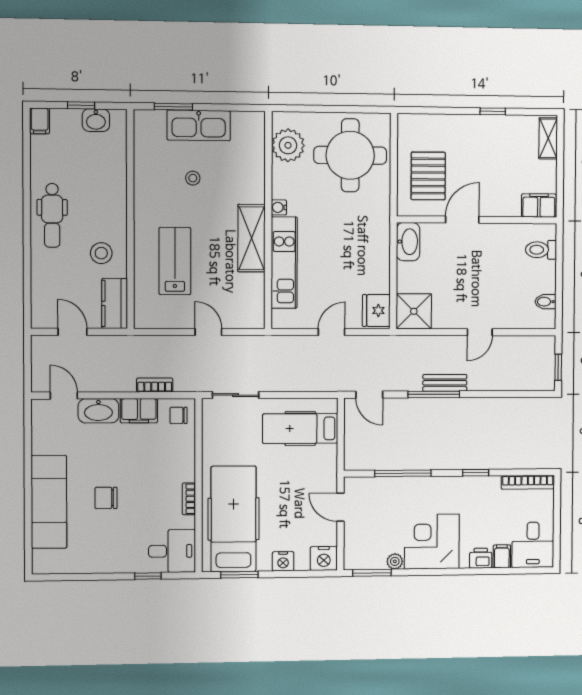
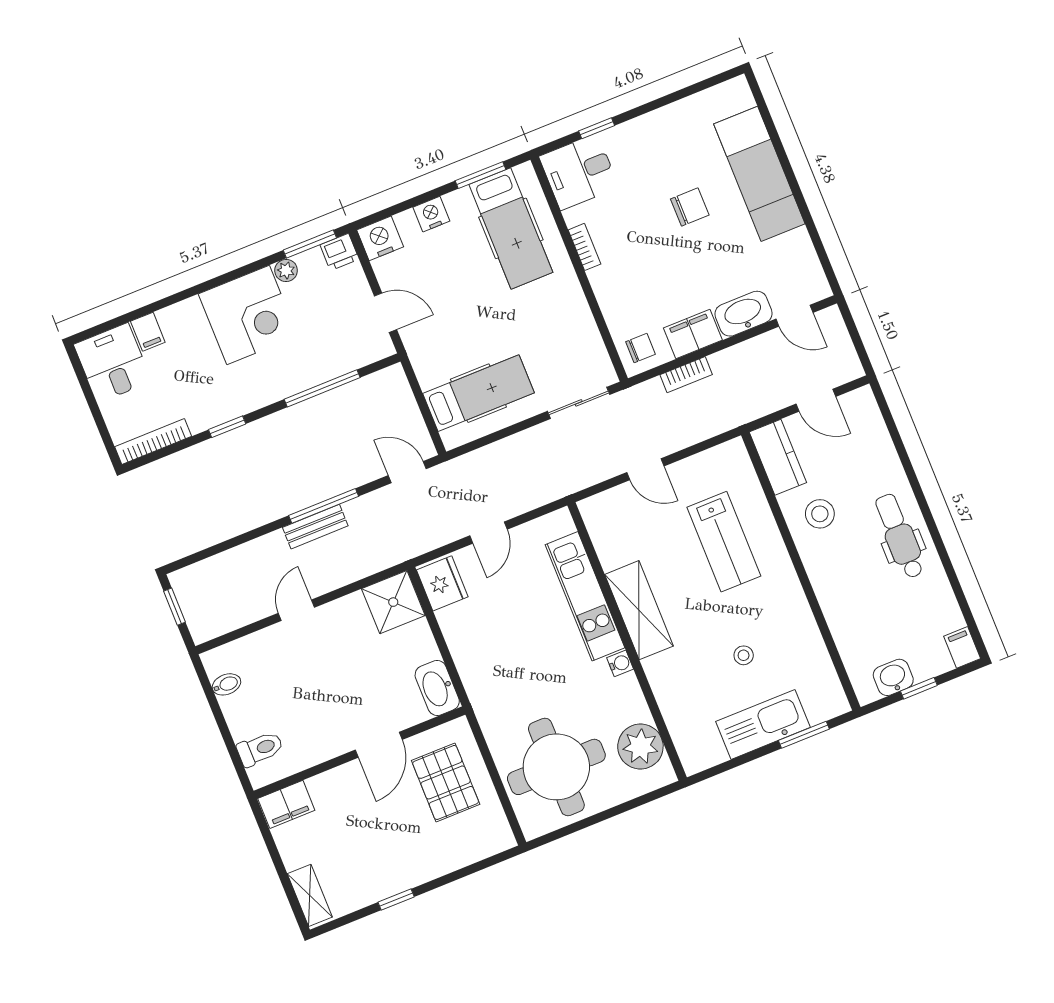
hospital bed: (234, 519) -> (511, 228), width x0.73, depth x0.78
printer: (481, 558) -> (339, 252), moved

